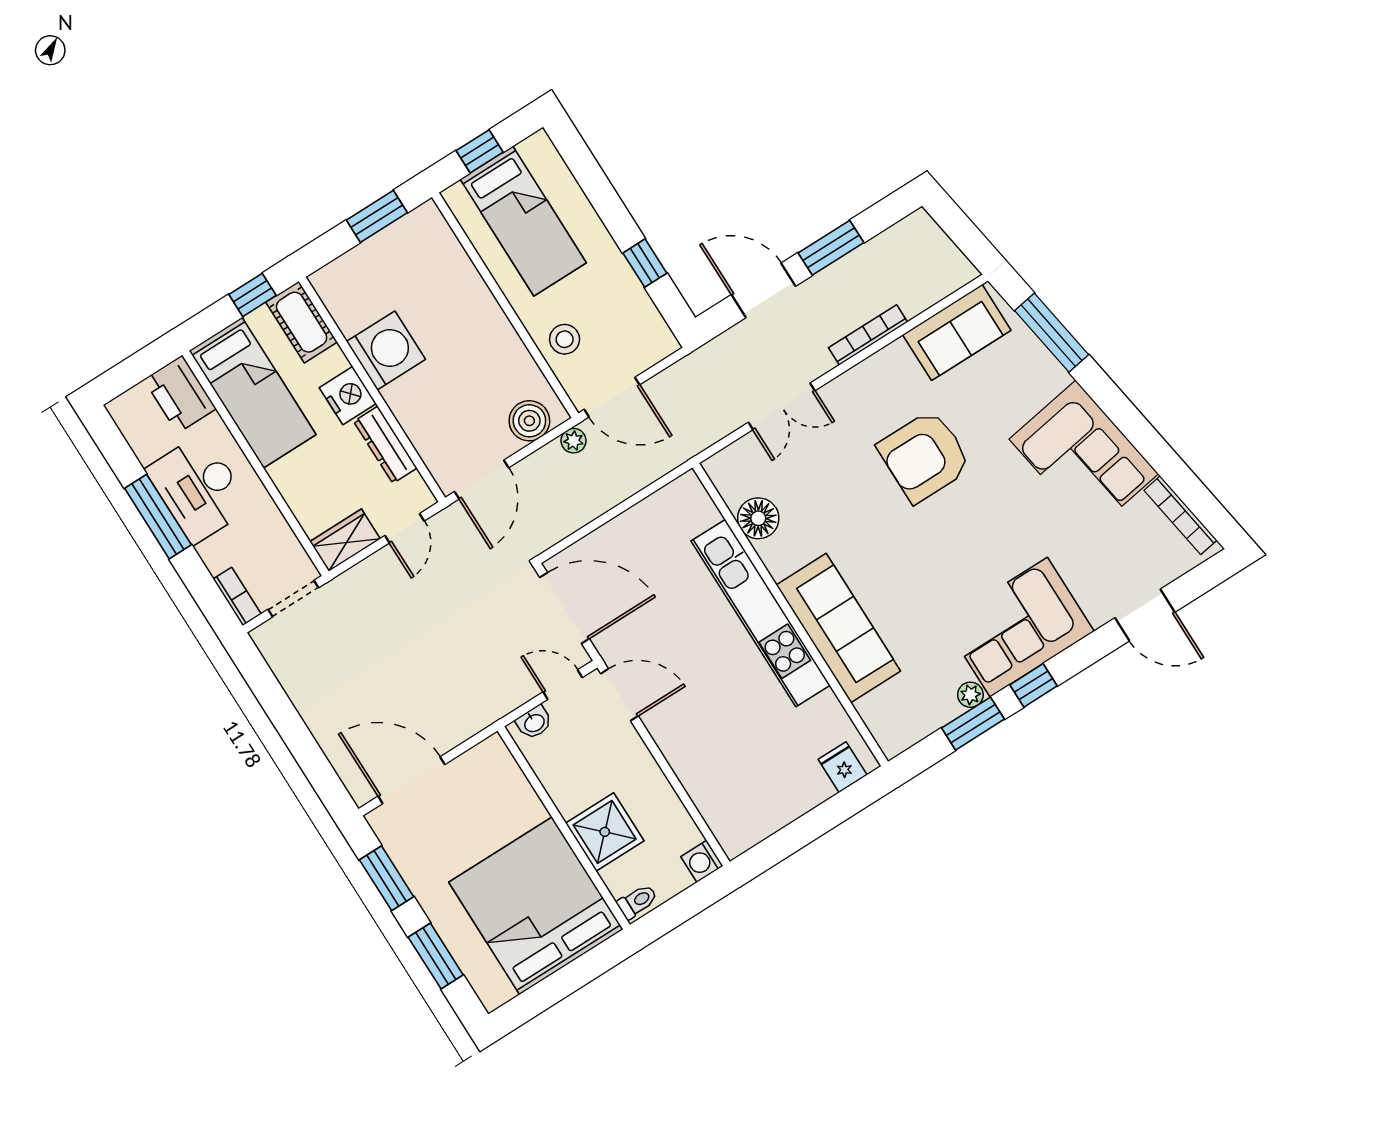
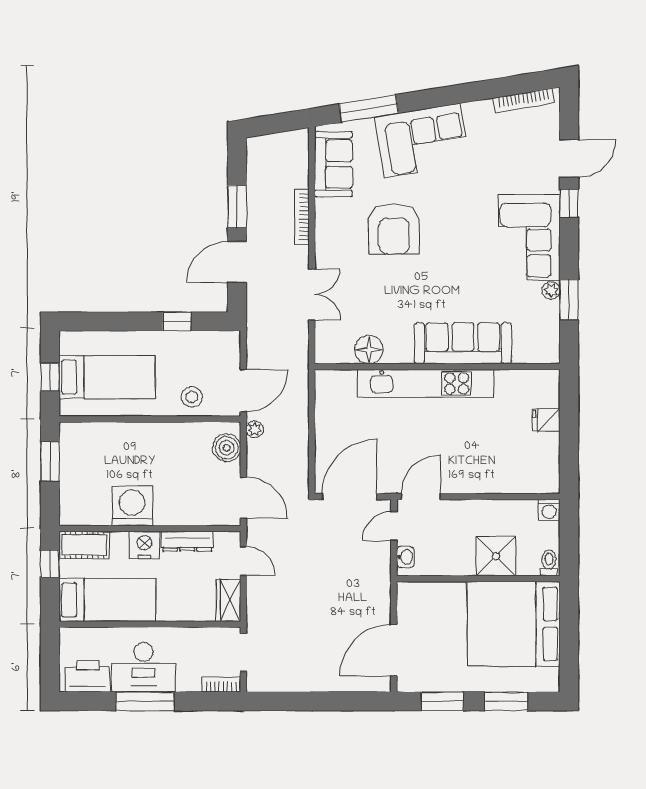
printer: (180, 394) -> (88, 676), moved, turned 180
corner sofa: (1084, 456) -> (422, 141), moved
window: (1033, 685) -> (569, 203), moved
fridge: (843, 767) -> (546, 420), moved

